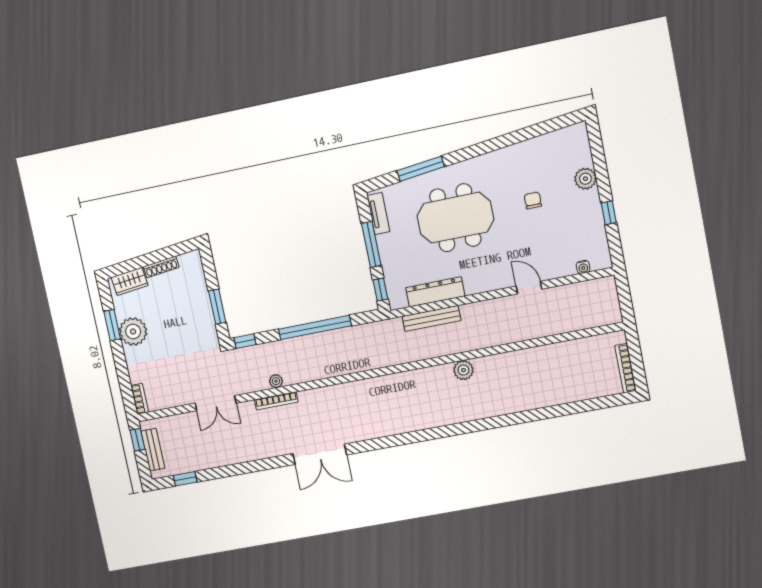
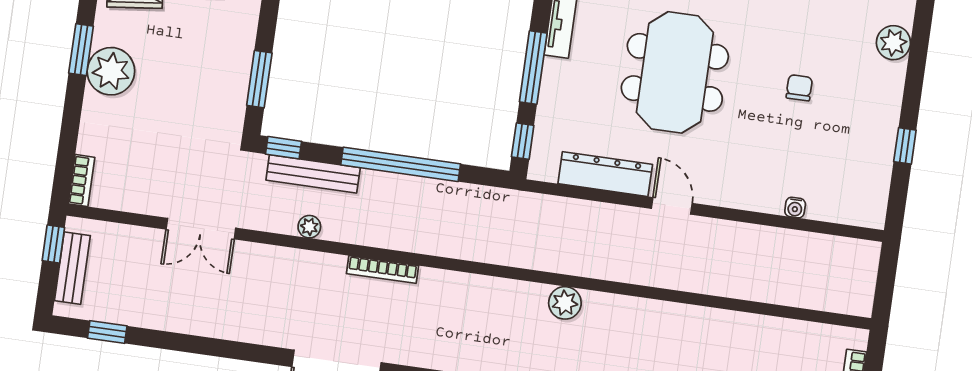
plant: (585, 179) -> (893, 43), moved
meeting table: (455, 218) -> (675, 72), turned 90
water cooler: (583, 267) -> (795, 208), moved
door: (529, 288) -> (672, 206), moved
bench: (431, 318) -> (313, 174), moved
plant: (463, 370) -> (565, 303), moved
bookcase: (276, 401) -> (382, 270), moved

